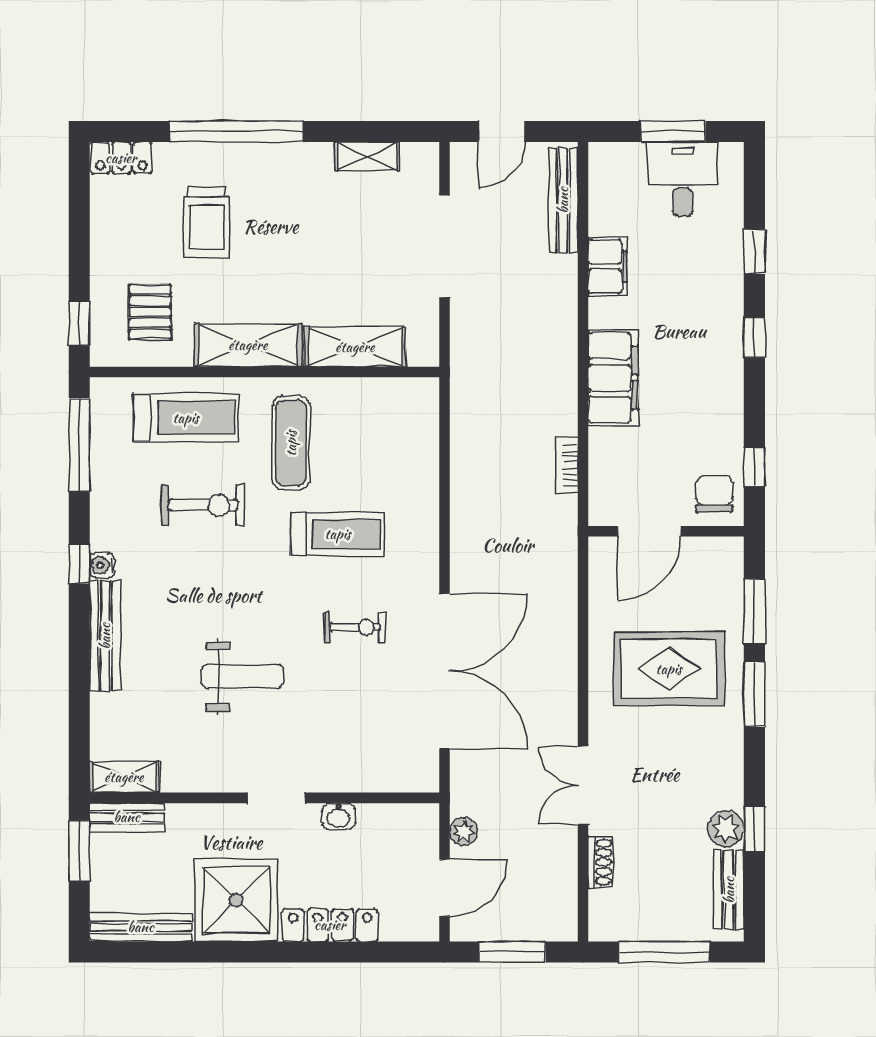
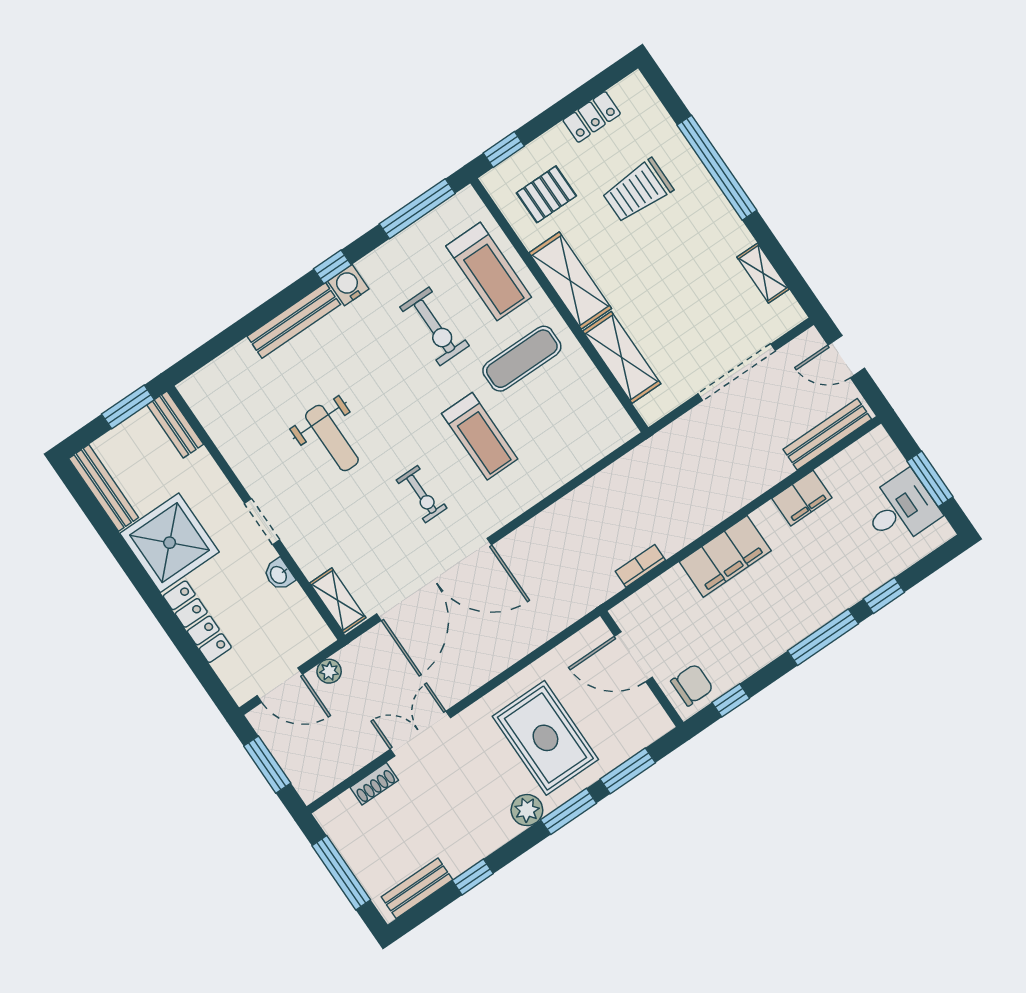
locker: (121, 158) -> (592, 117), moved, turned -90
window: (754, 337) -> (823, 637), width x2.17
water cooler: (102, 565) -> (348, 285), width x1.38, depth x1.38
shelving: (124, 777) -> (338, 600), moved
plant: (726, 829) -> (527, 810), moved

